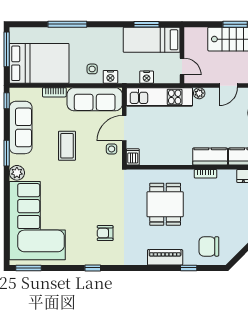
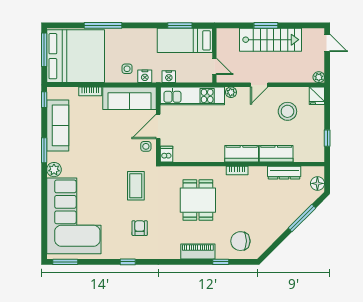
bed: (39, 63) -> (76, 56), width x1.36
nightstand: (147, 77) -> (169, 77), moved
coffee table: (67, 146) -> (136, 186), moved
armchair: (105, 233) -> (140, 228), turned 90

